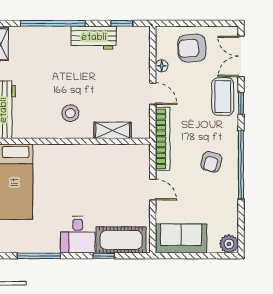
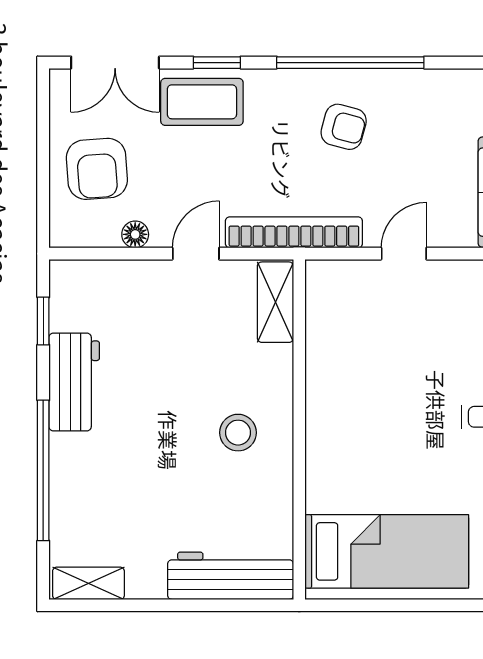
shelving: (113, 130) -> (275, 302), moved

